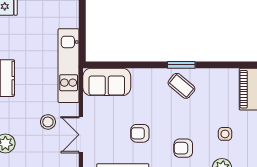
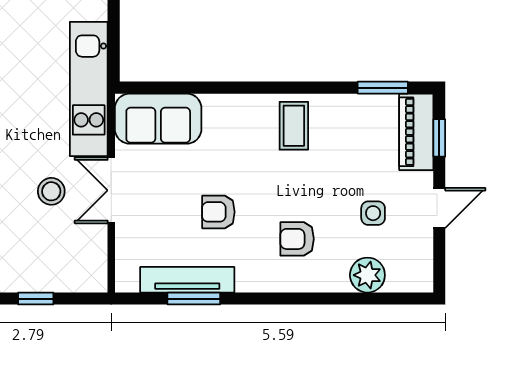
window: (181, 65) -> (383, 88), moved
coffee table: (181, 86) -> (294, 126), turned 50
double door: (81, 135) -> (111, 190), moved

